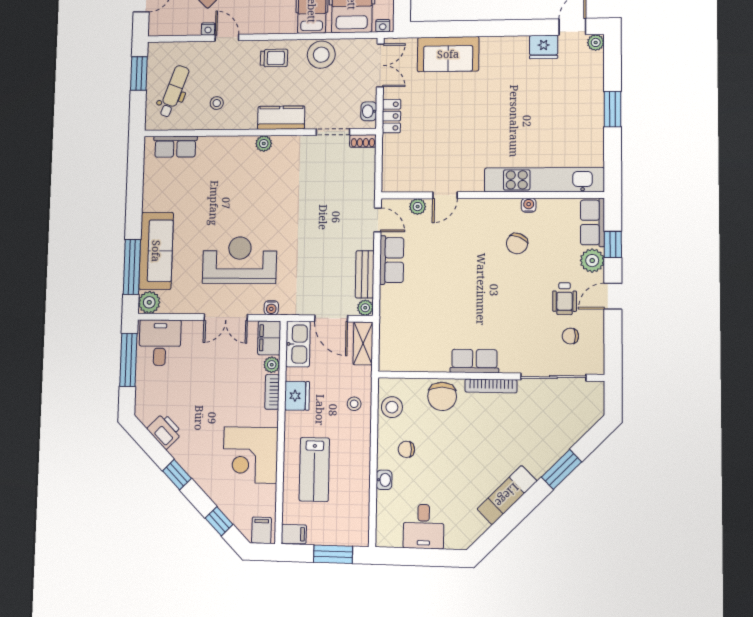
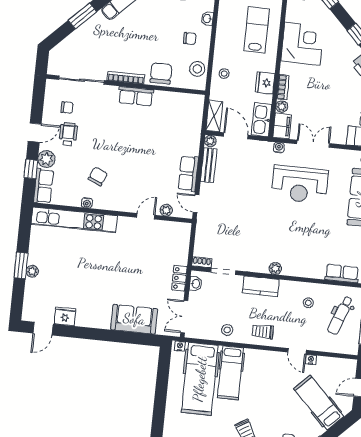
plant: (596, 42) -> (32, 271), moved
stool: (321, 55) -> (227, 330), width x0.53, depth x0.53

